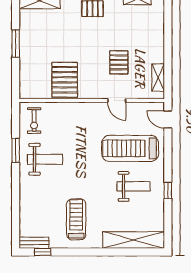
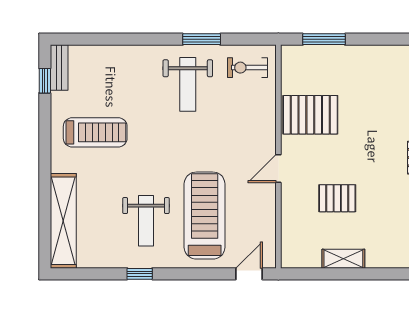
window: (16, 43) -> (324, 39), moved
shelving: (158, 78) -> (343, 259), moved
door: (117, 101) -> (278, 169), moved

